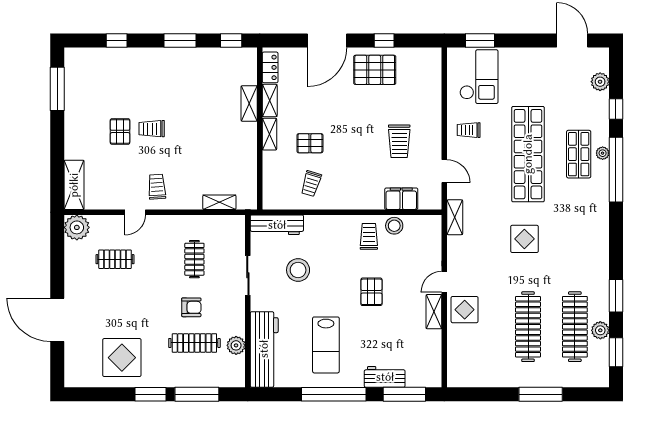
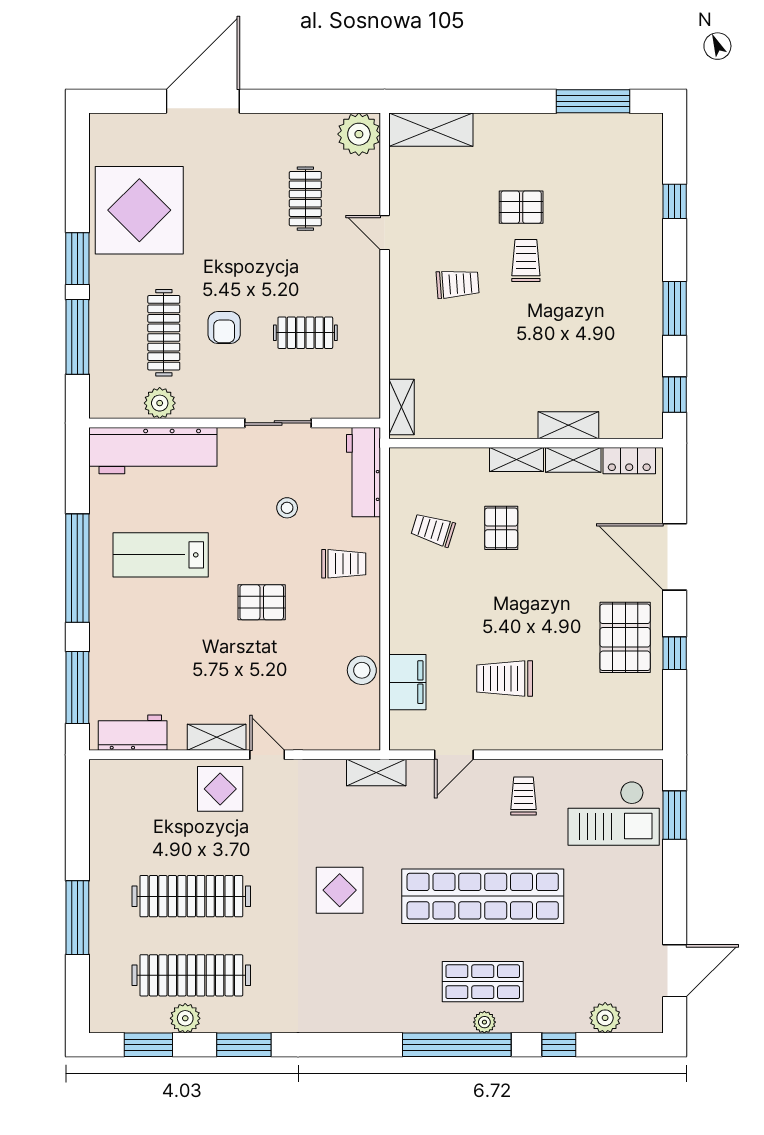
trolley: (157, 187) -> (458, 284), moved
shelving: (219, 202) -> (401, 407), moved
trolley: (369, 236) -> (344, 564), moved
stool: (298, 270) -> (287, 508), width x0.53, depth x0.53
pallet: (371, 292) -> (262, 602), moved
display table: (122, 358) -> (139, 210), width x1.36, depth x1.36
workbench: (385, 377) -> (133, 733), moved, turned -90

